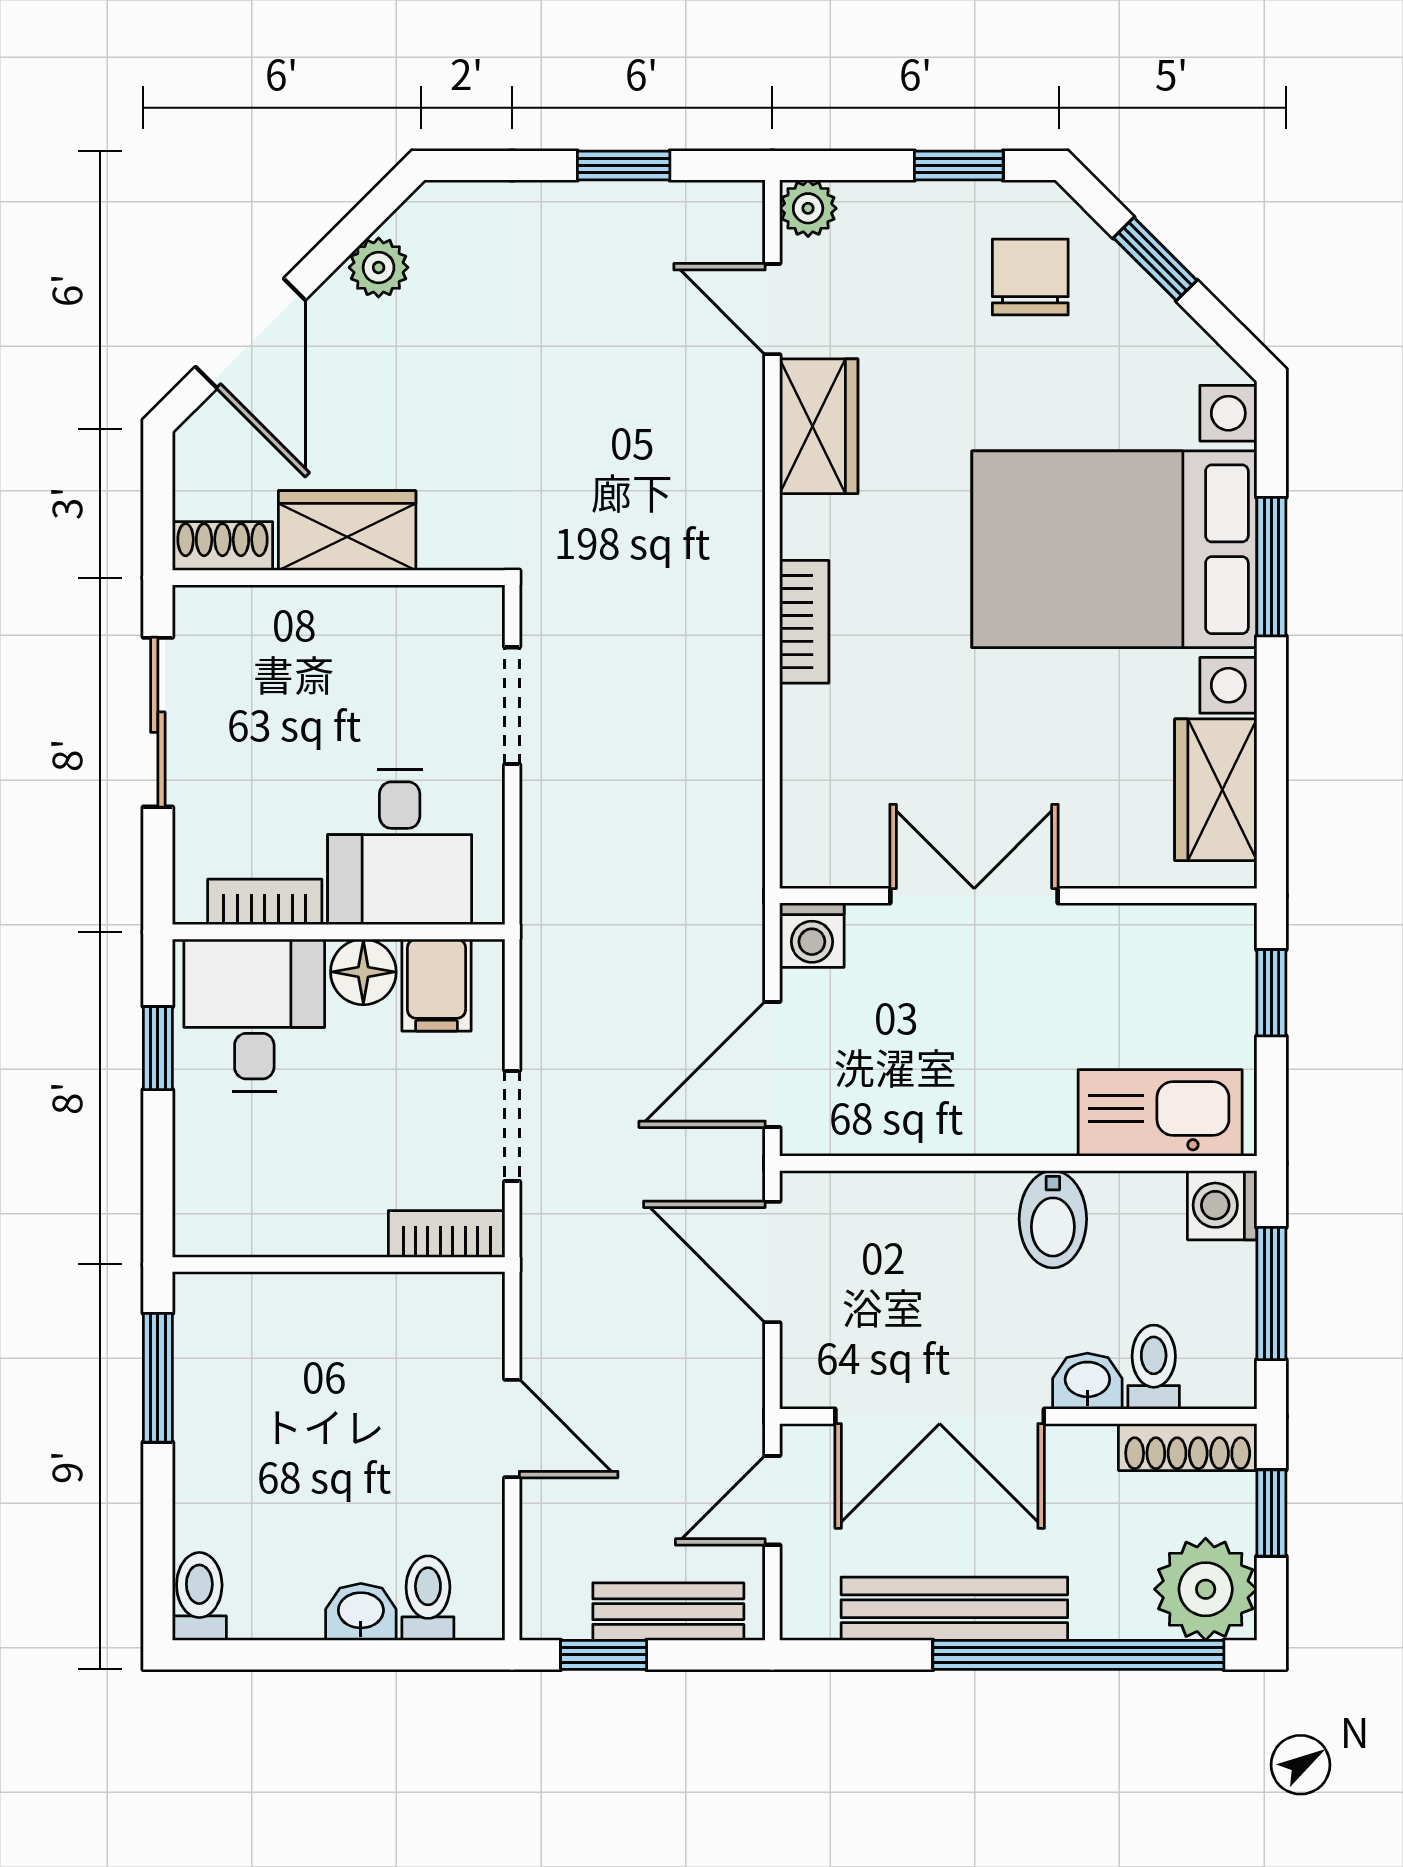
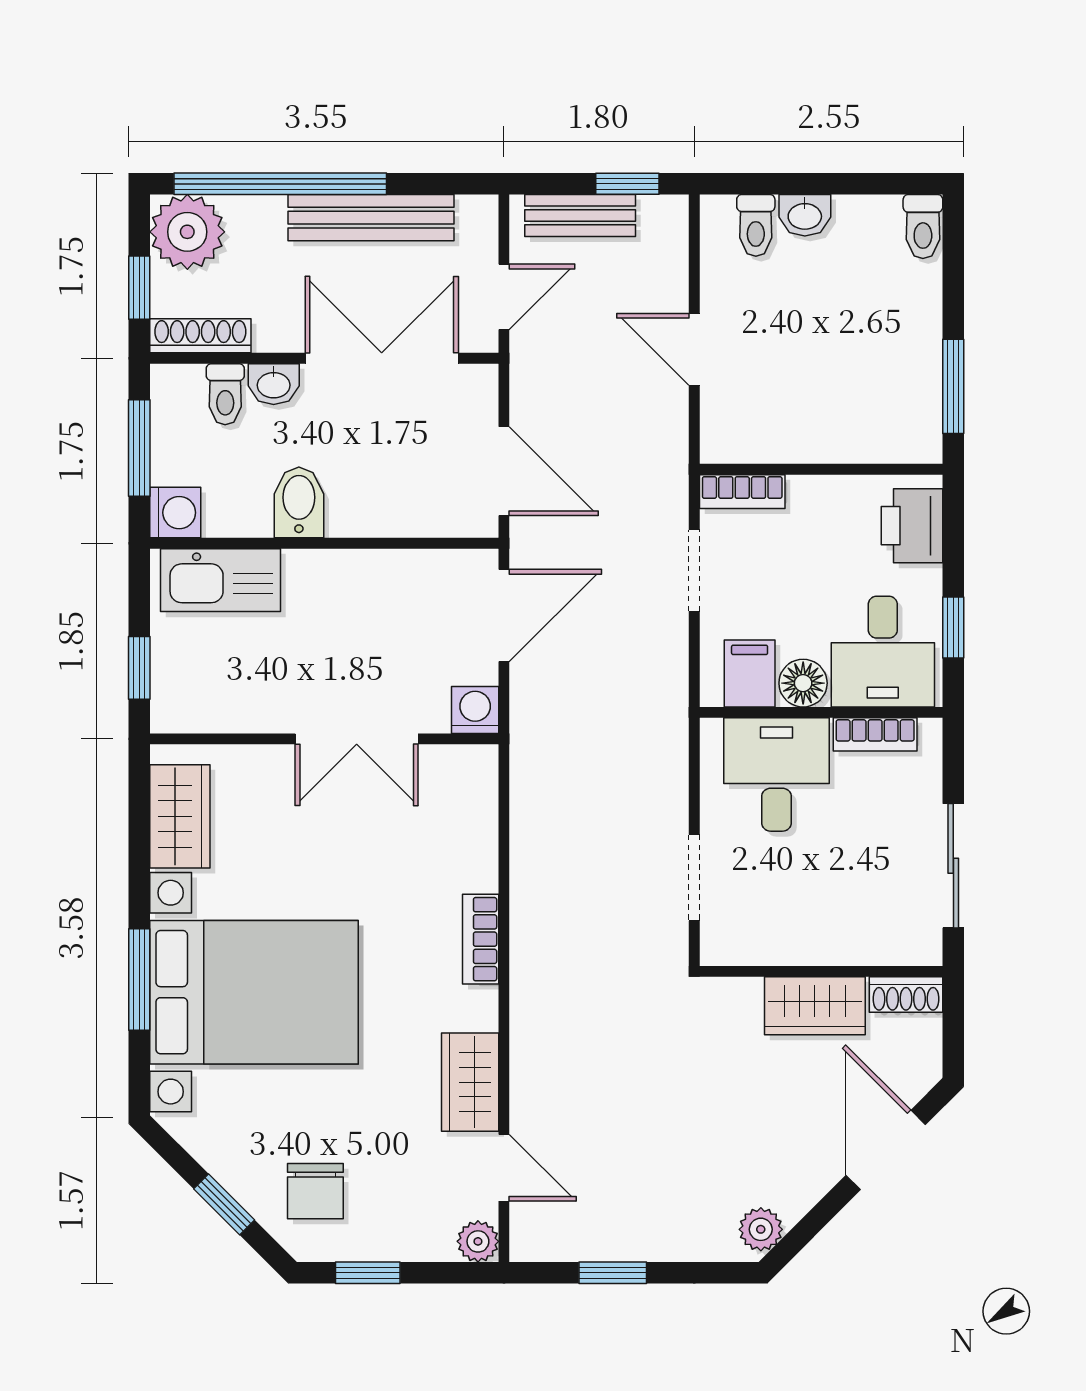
plant: (379, 267) -> (761, 1229), moved
printer: (214, 1187) -> (912, 526), added

